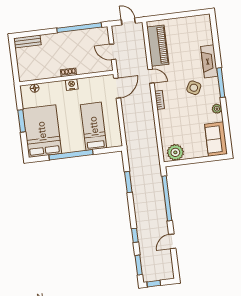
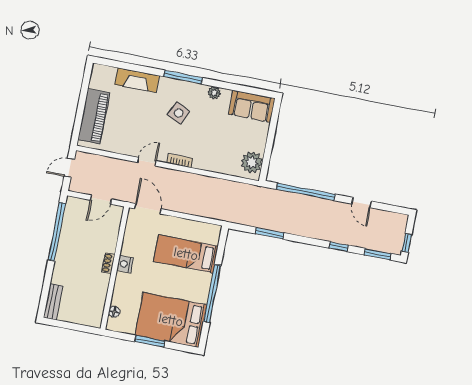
piano: (158, 46) -> (94, 116), moved, turned 90
fireplace: (209, 61) -> (137, 80), moved

